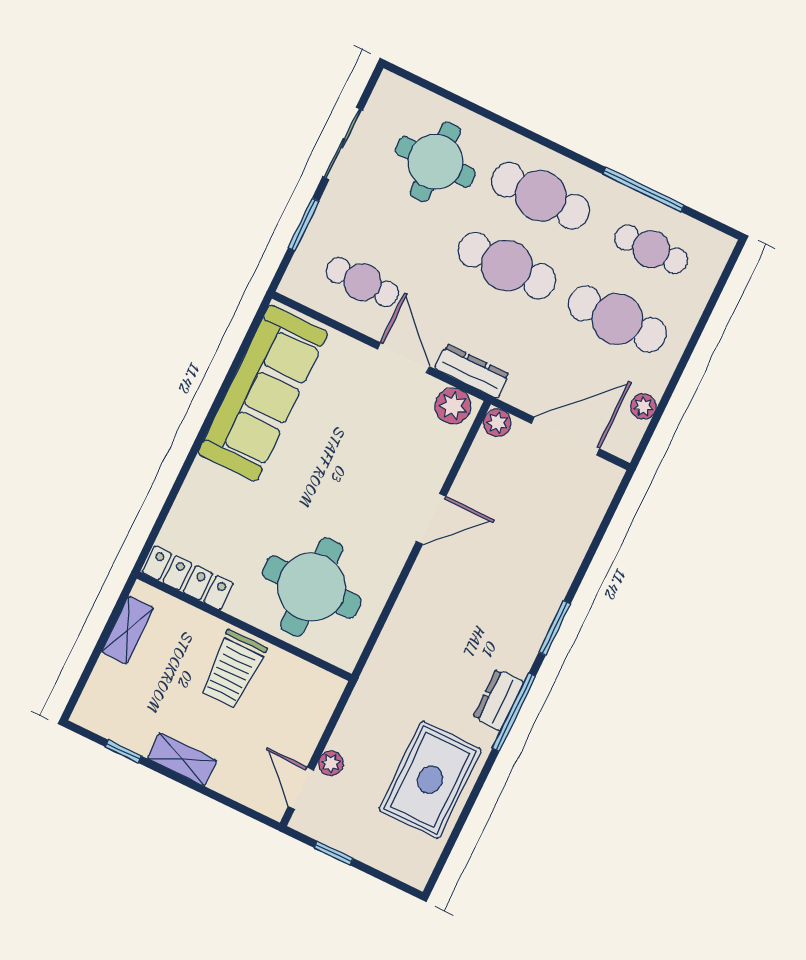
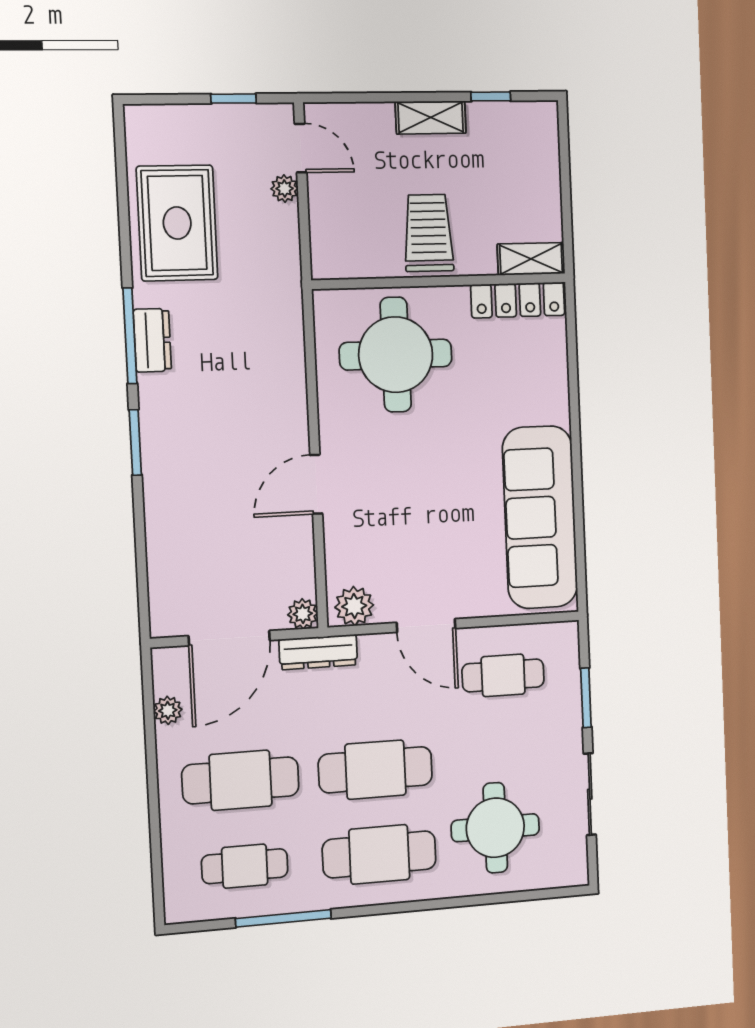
dresser: (472, 371) -> (318, 652), moved
shelving: (128, 630) -> (531, 259), moved, turned 90

